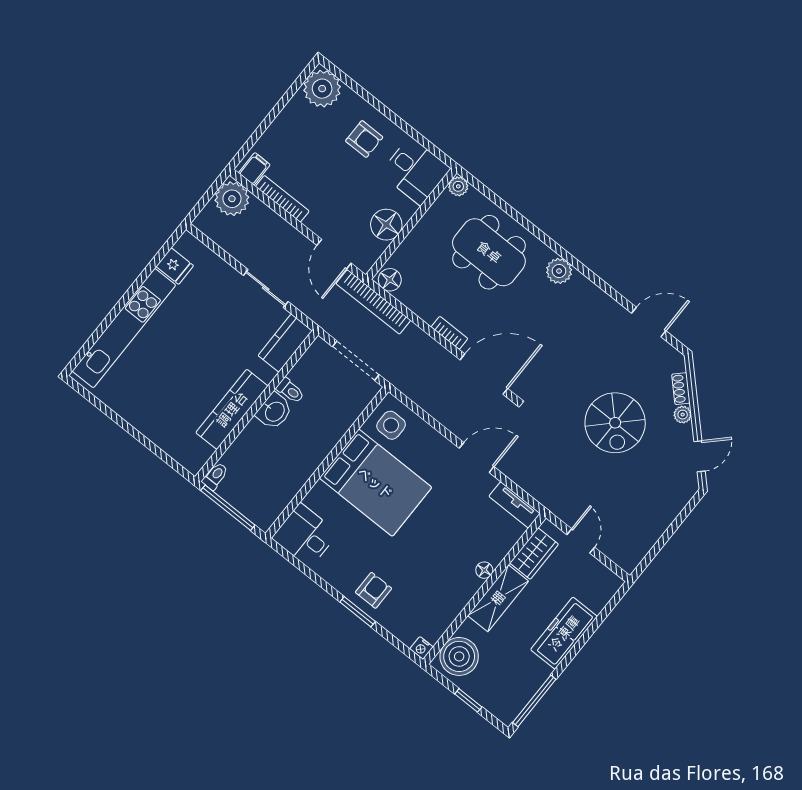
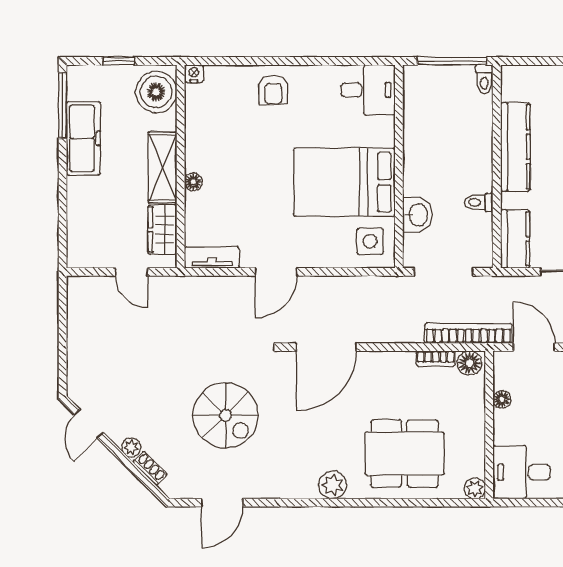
floor lamp: (386, 225) -> (502, 399), width x0.53, depth x0.53
bookcase: (449, 333) -> (436, 359), moved
washbasin: (274, 411) -> (417, 215), moved, turned 180
spiral stairs: (615, 423) -> (226, 415), moved, turned 180
window: (358, 612) -> (272, 61), removed
freezer: (564, 633) -> (83, 138), moved

